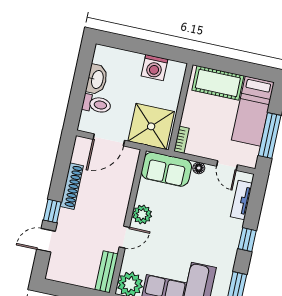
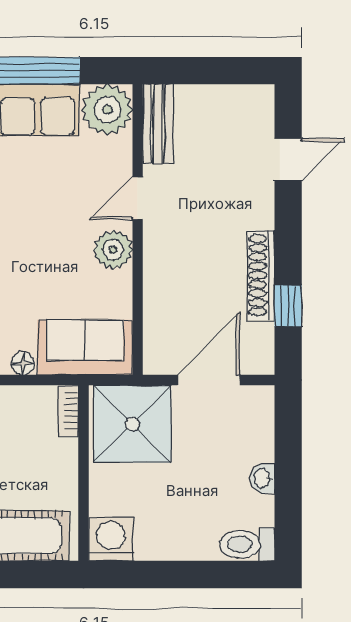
washing machine: (154, 68) -> (111, 539), moved
washbasin: (97, 79) -> (263, 478), width x0.52, depth x0.69
toilet: (97, 104) -> (247, 544), moved
window: (52, 211) -> (288, 306), moved

